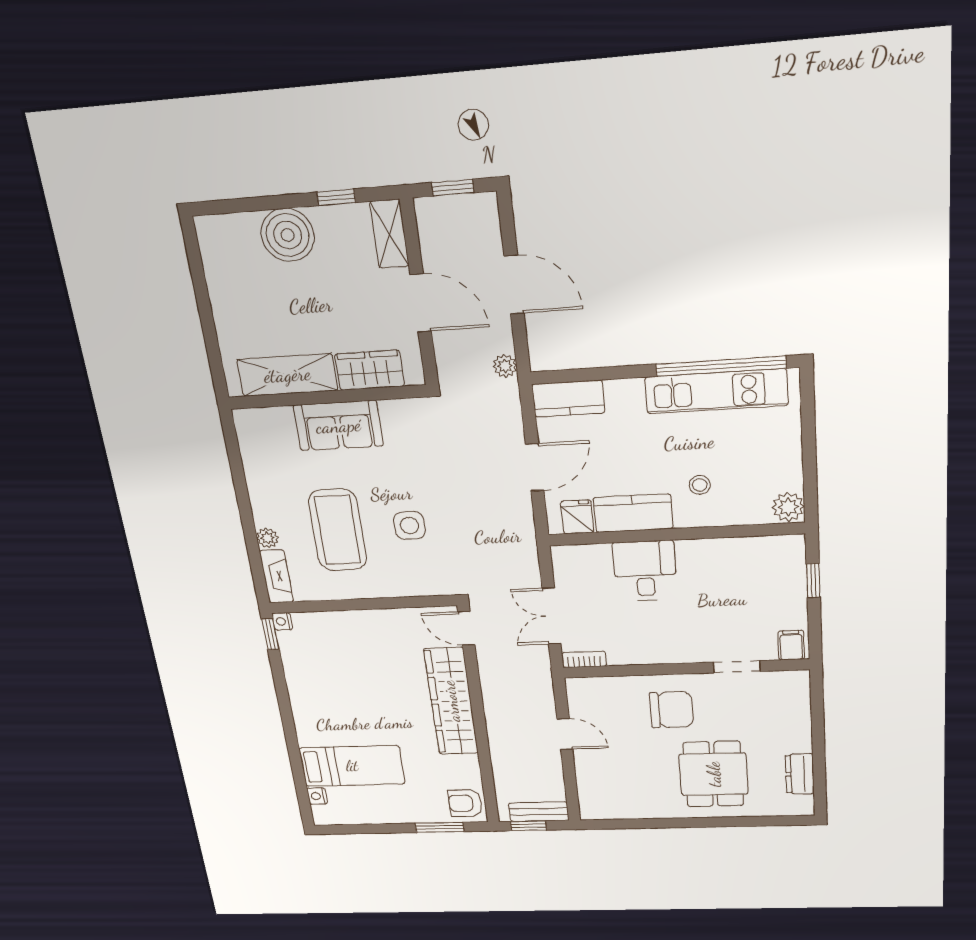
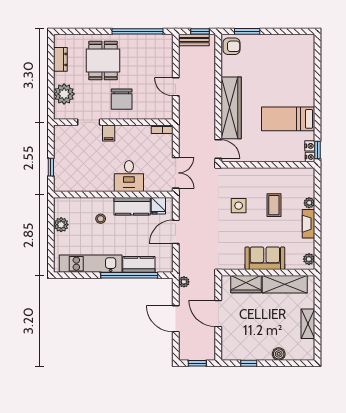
shelving: (389, 234) -> (308, 324), moved
boiler: (288, 235) -> (279, 354), width x0.54, depth x0.54
window: (721, 366) -> (129, 275), moved
kitchen counter: (568, 399) -> (139, 264), moved
plant: (247, 429) -> (309, 259), added
plant: (788, 507) -> (61, 225), moved
coffee table: (338, 530) -> (274, 205), width x0.54, depth x0.58
fireplace: (276, 576) -> (308, 224), moved
double door: (552, 616) -> (176, 173), moved
filing cabinet: (791, 645) -> (109, 133), moved
chair: (671, 710) -> (122, 99), turned -90
plant: (790, 715) -> (64, 94), added
bed: (352, 766) -> (288, 119), moved
nightstand: (317, 796) -> (310, 146), moved
window: (649, 823) -> (138, 31), added

